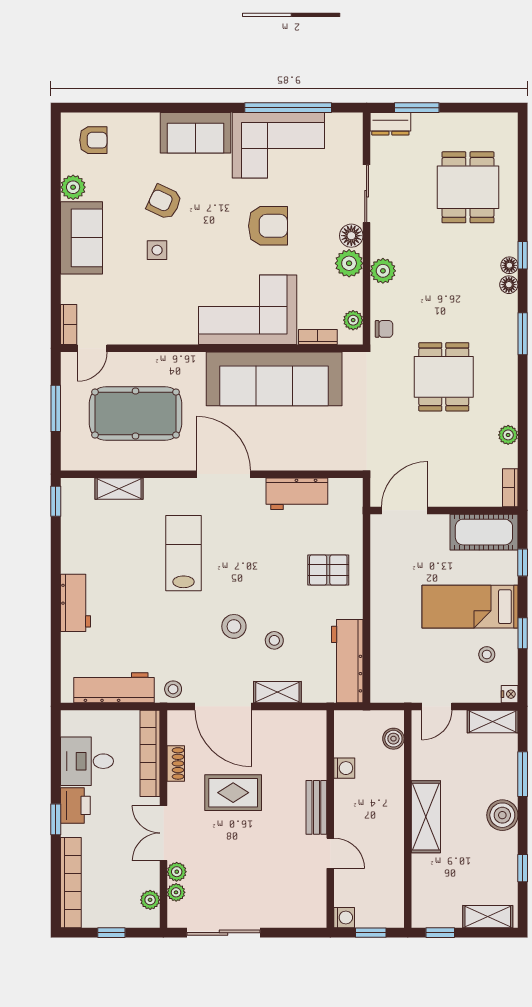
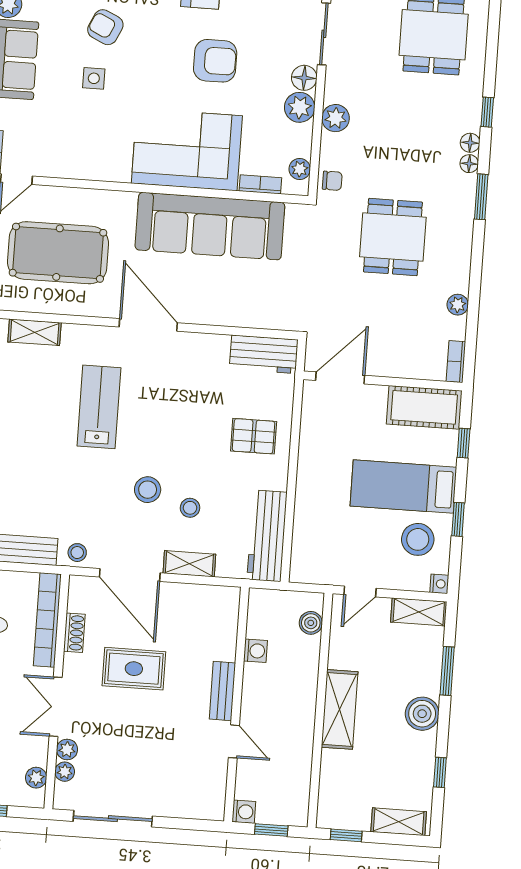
floor lamp: (509, 265) -> (469, 164), moved
workbench: (297, 494) -> (264, 354), moved
stool: (487, 654) -> (418, 539), width x1.89, depth x1.89

